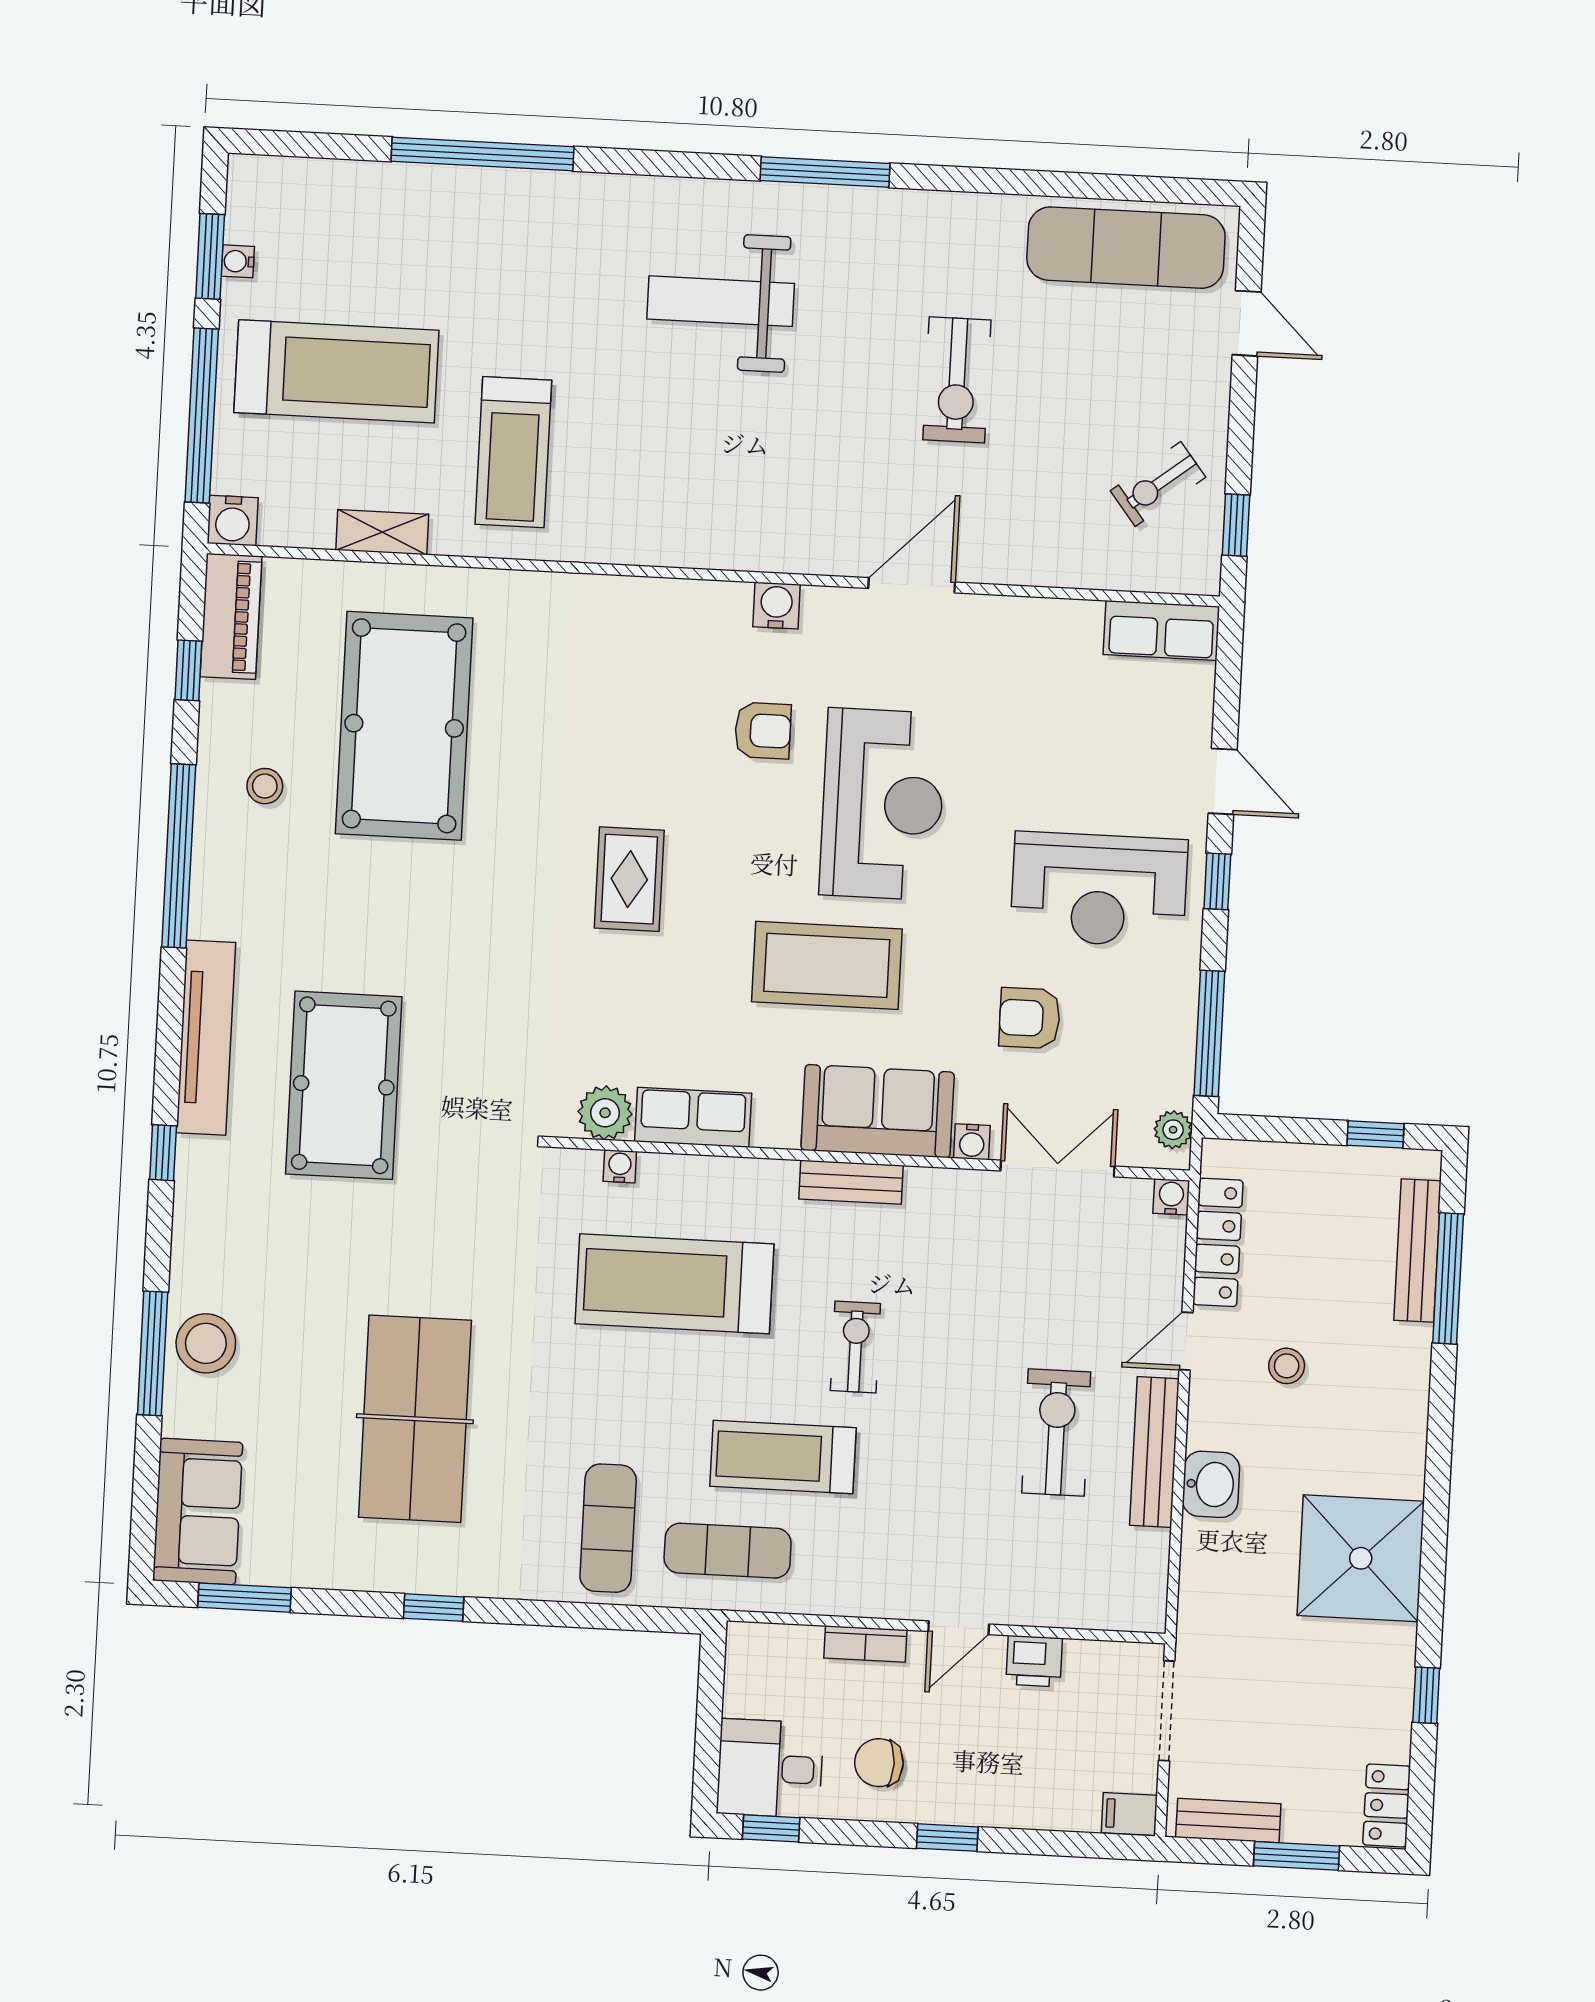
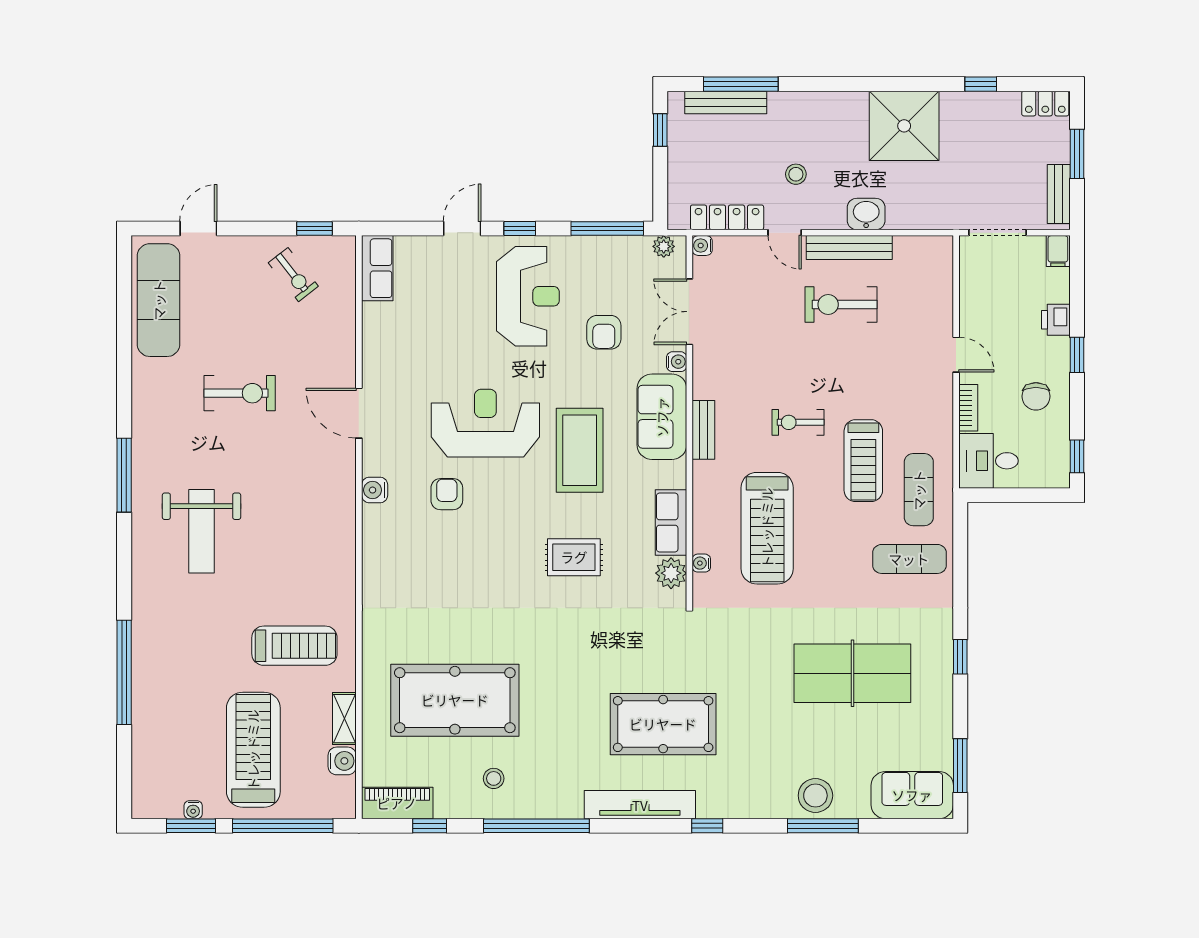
water cooler: (233, 521) -> (342, 761), moved
rug: (629, 879) -> (574, 557), moved
printer: (1034, 1661) -> (1056, 320), moved, turned 180
desk: (770, 1768) -> (989, 461), moved, turned 90

